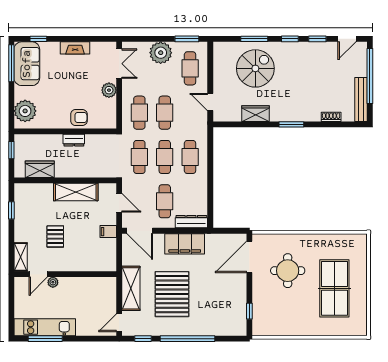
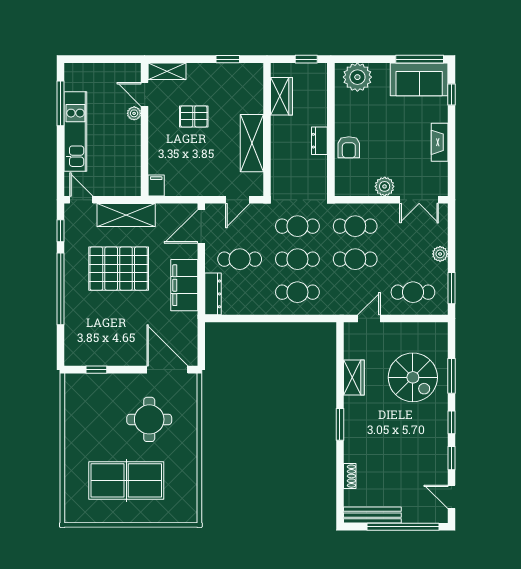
plant: (161, 53) -> (440, 254), width x0.53, depth x0.53
filing cabinet: (108, 232) -> (156, 186), moved
kitchen unit: (45, 327) -> (75, 131), moved

